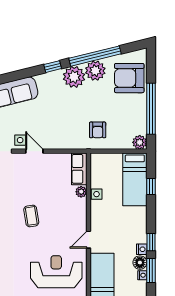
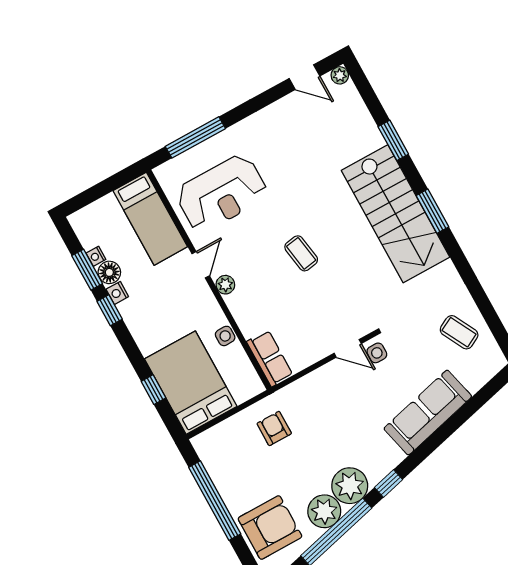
plant: (140, 142) -> (204, 444), removed
bed: (135, 179) -> (191, 383), width x1.50
plant: (81, 192) -> (225, 285), moved

